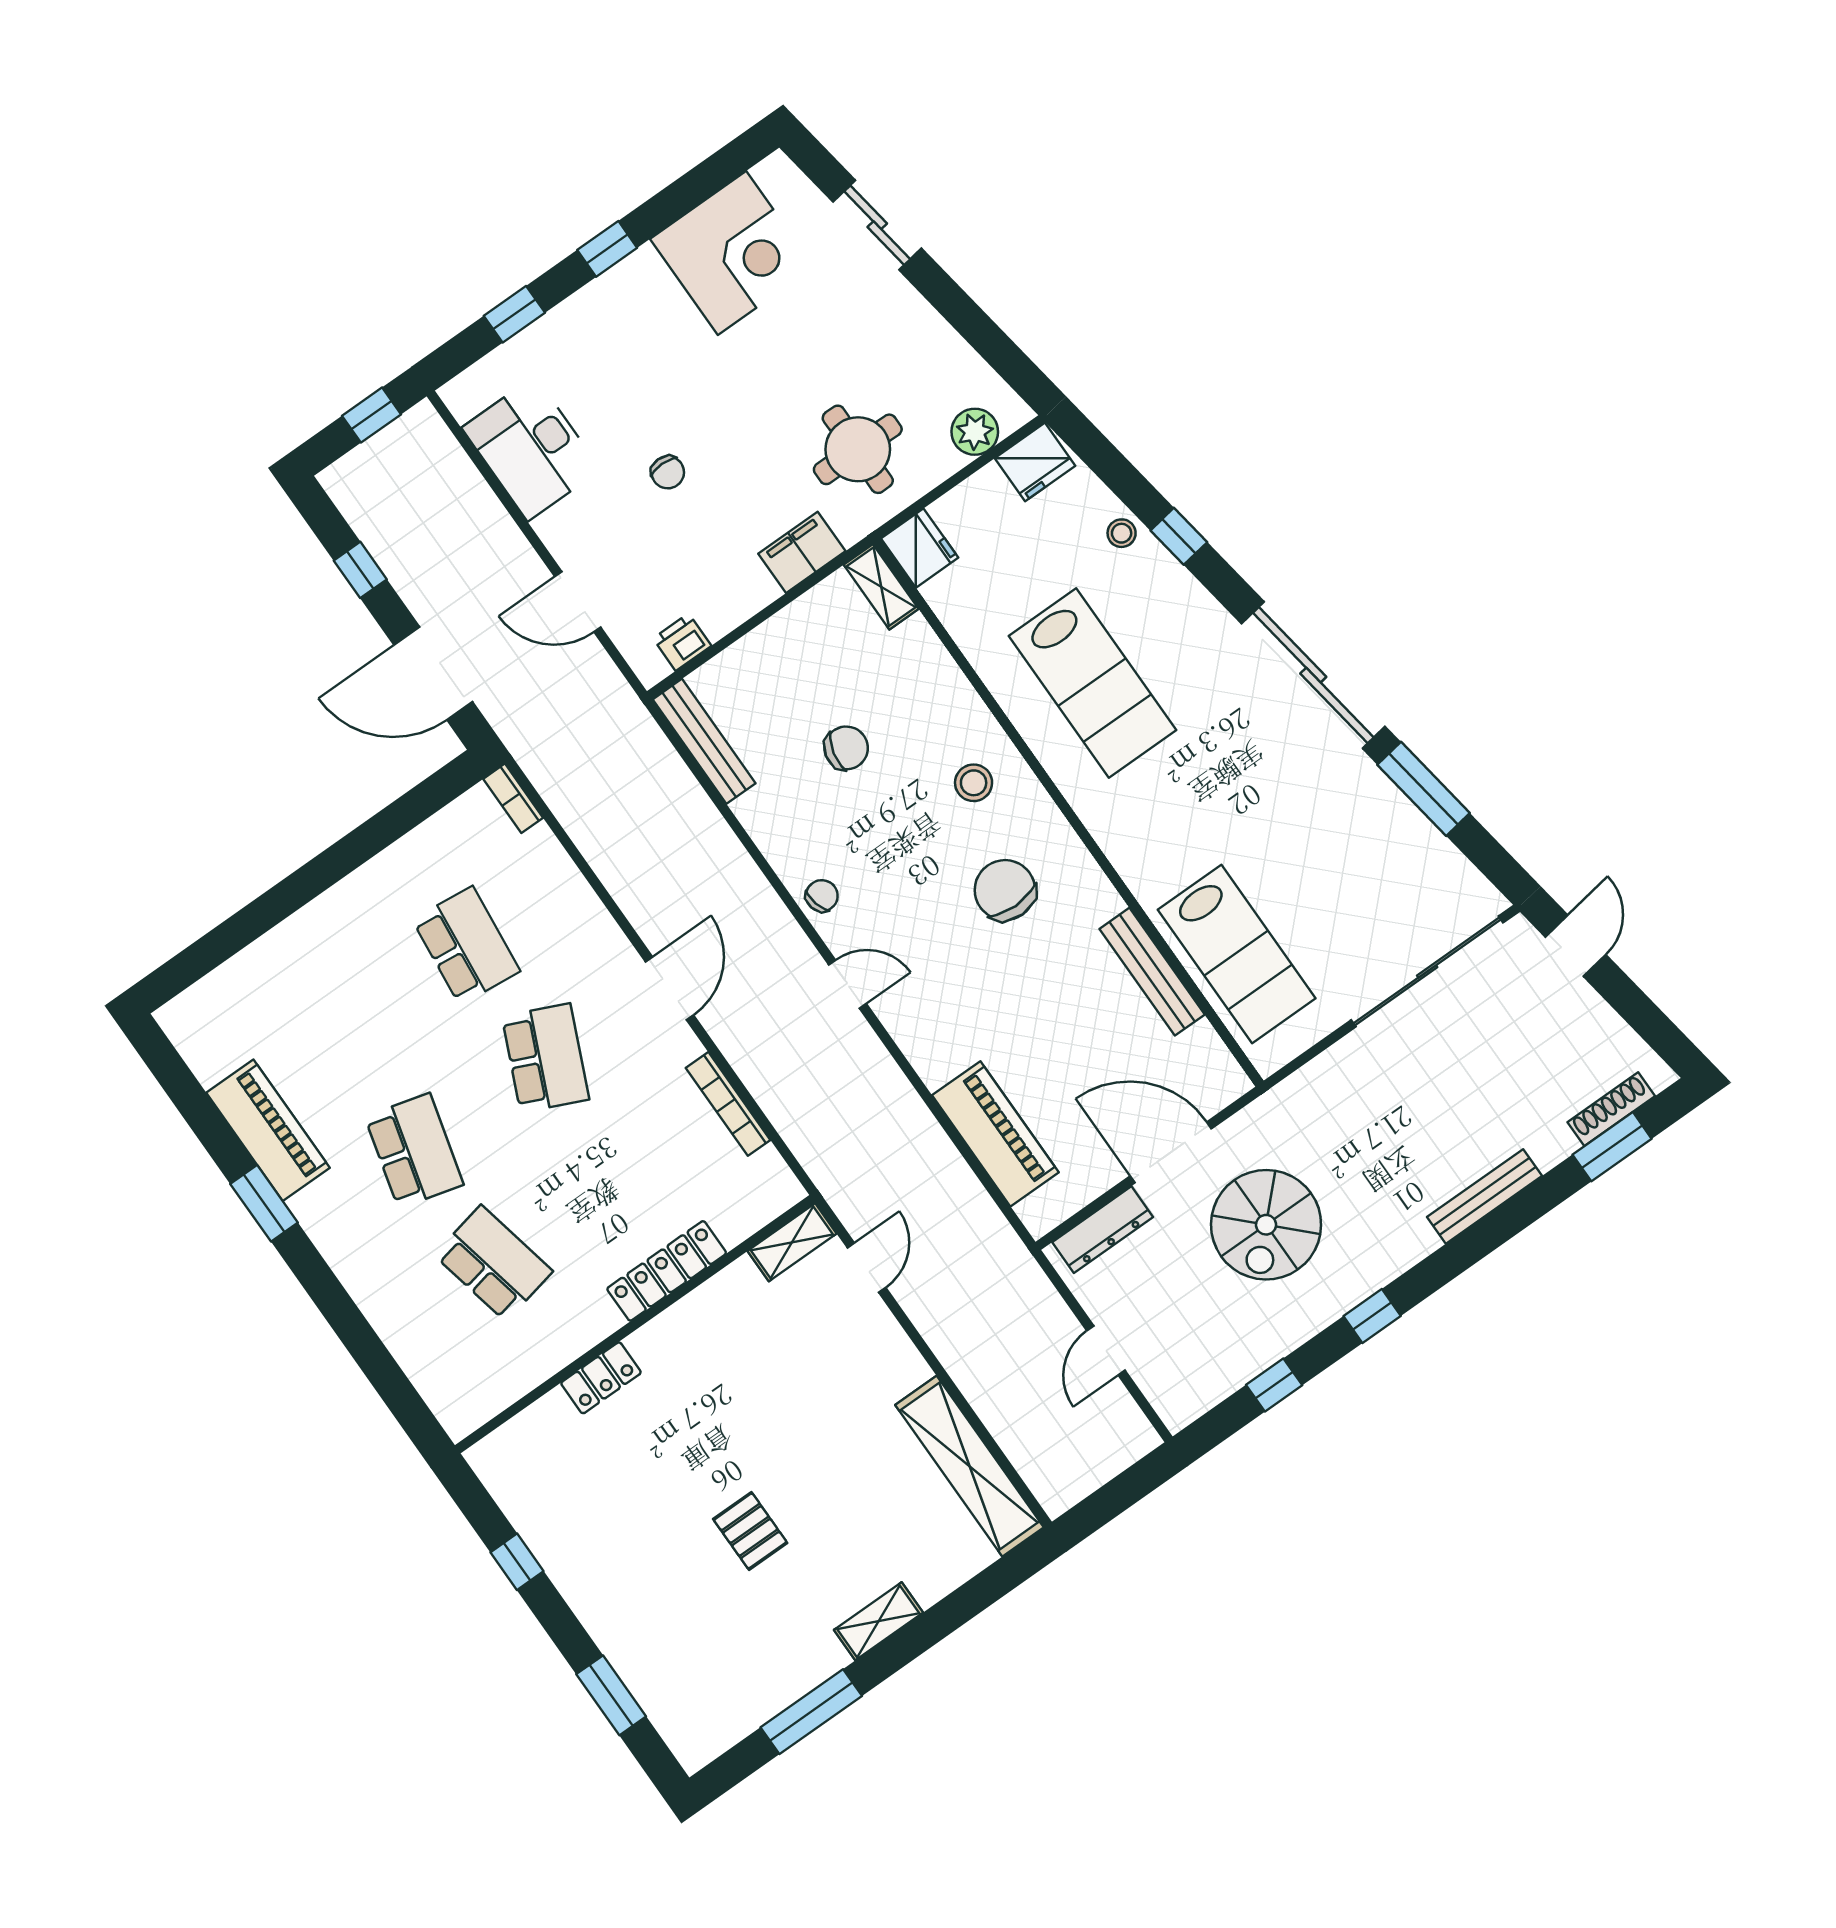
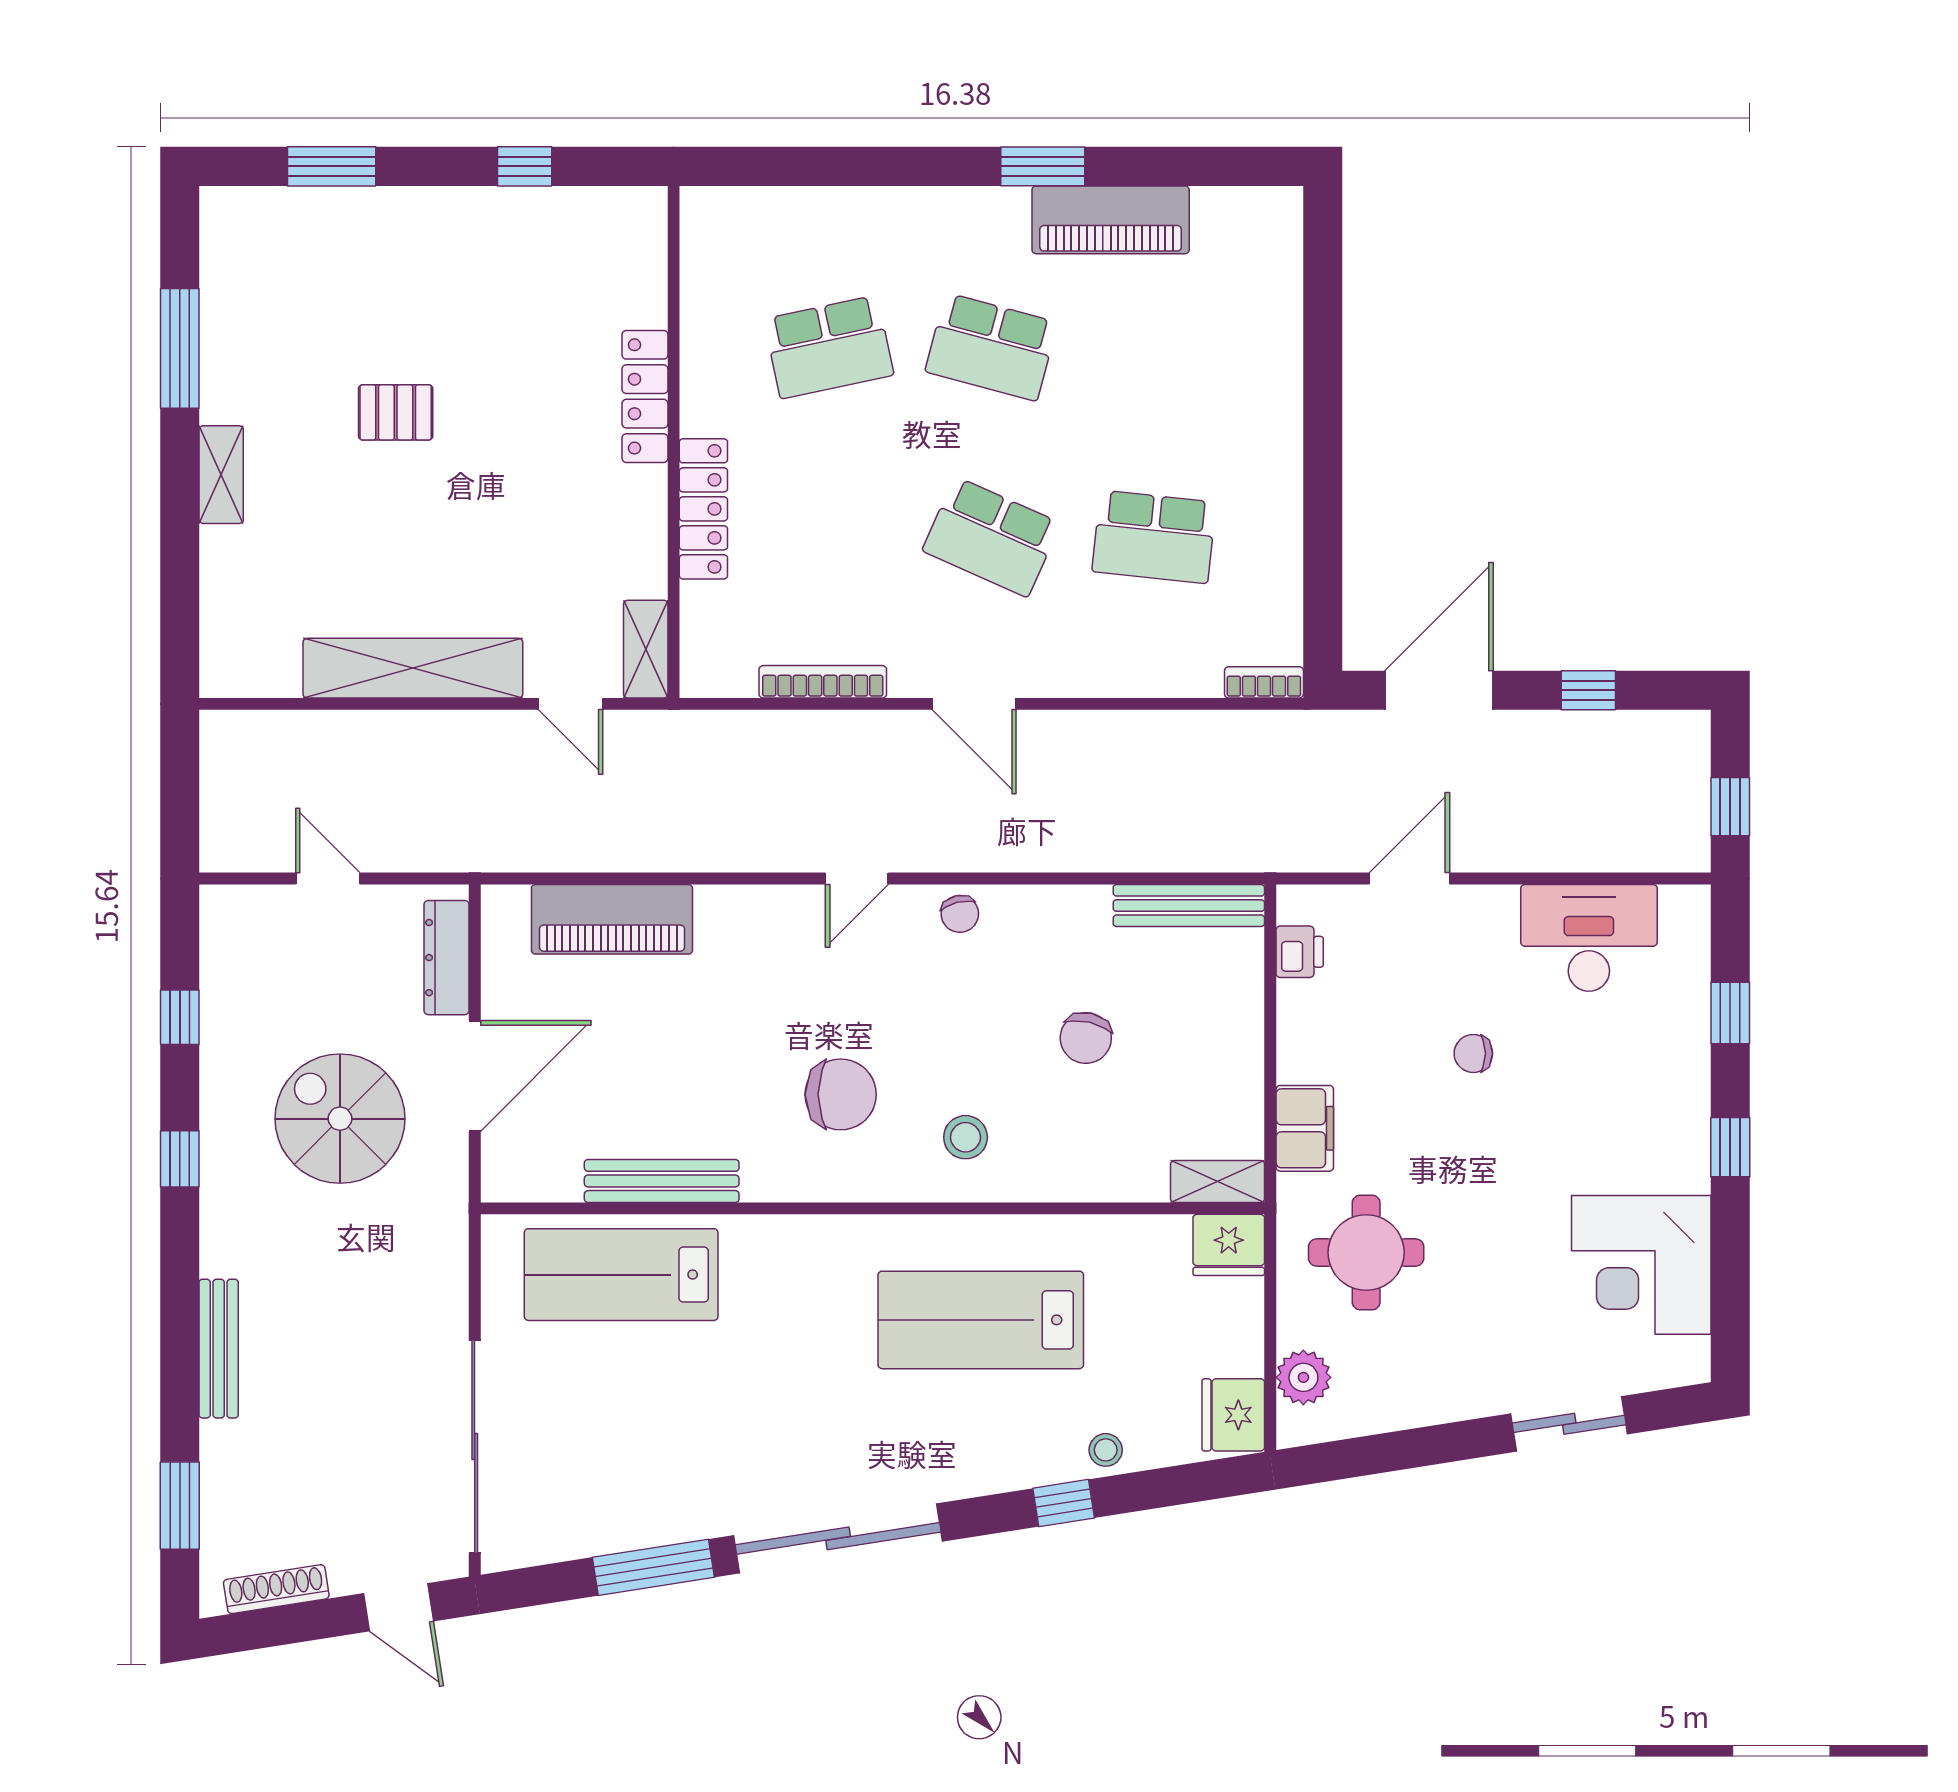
shoe rack: (1611, 1109) -> (276, 1589), moved, turned -99
locker: (601, 1378) -> (645, 396), width x1.53
shelving: (969, 1466) -> (413, 668), moved

